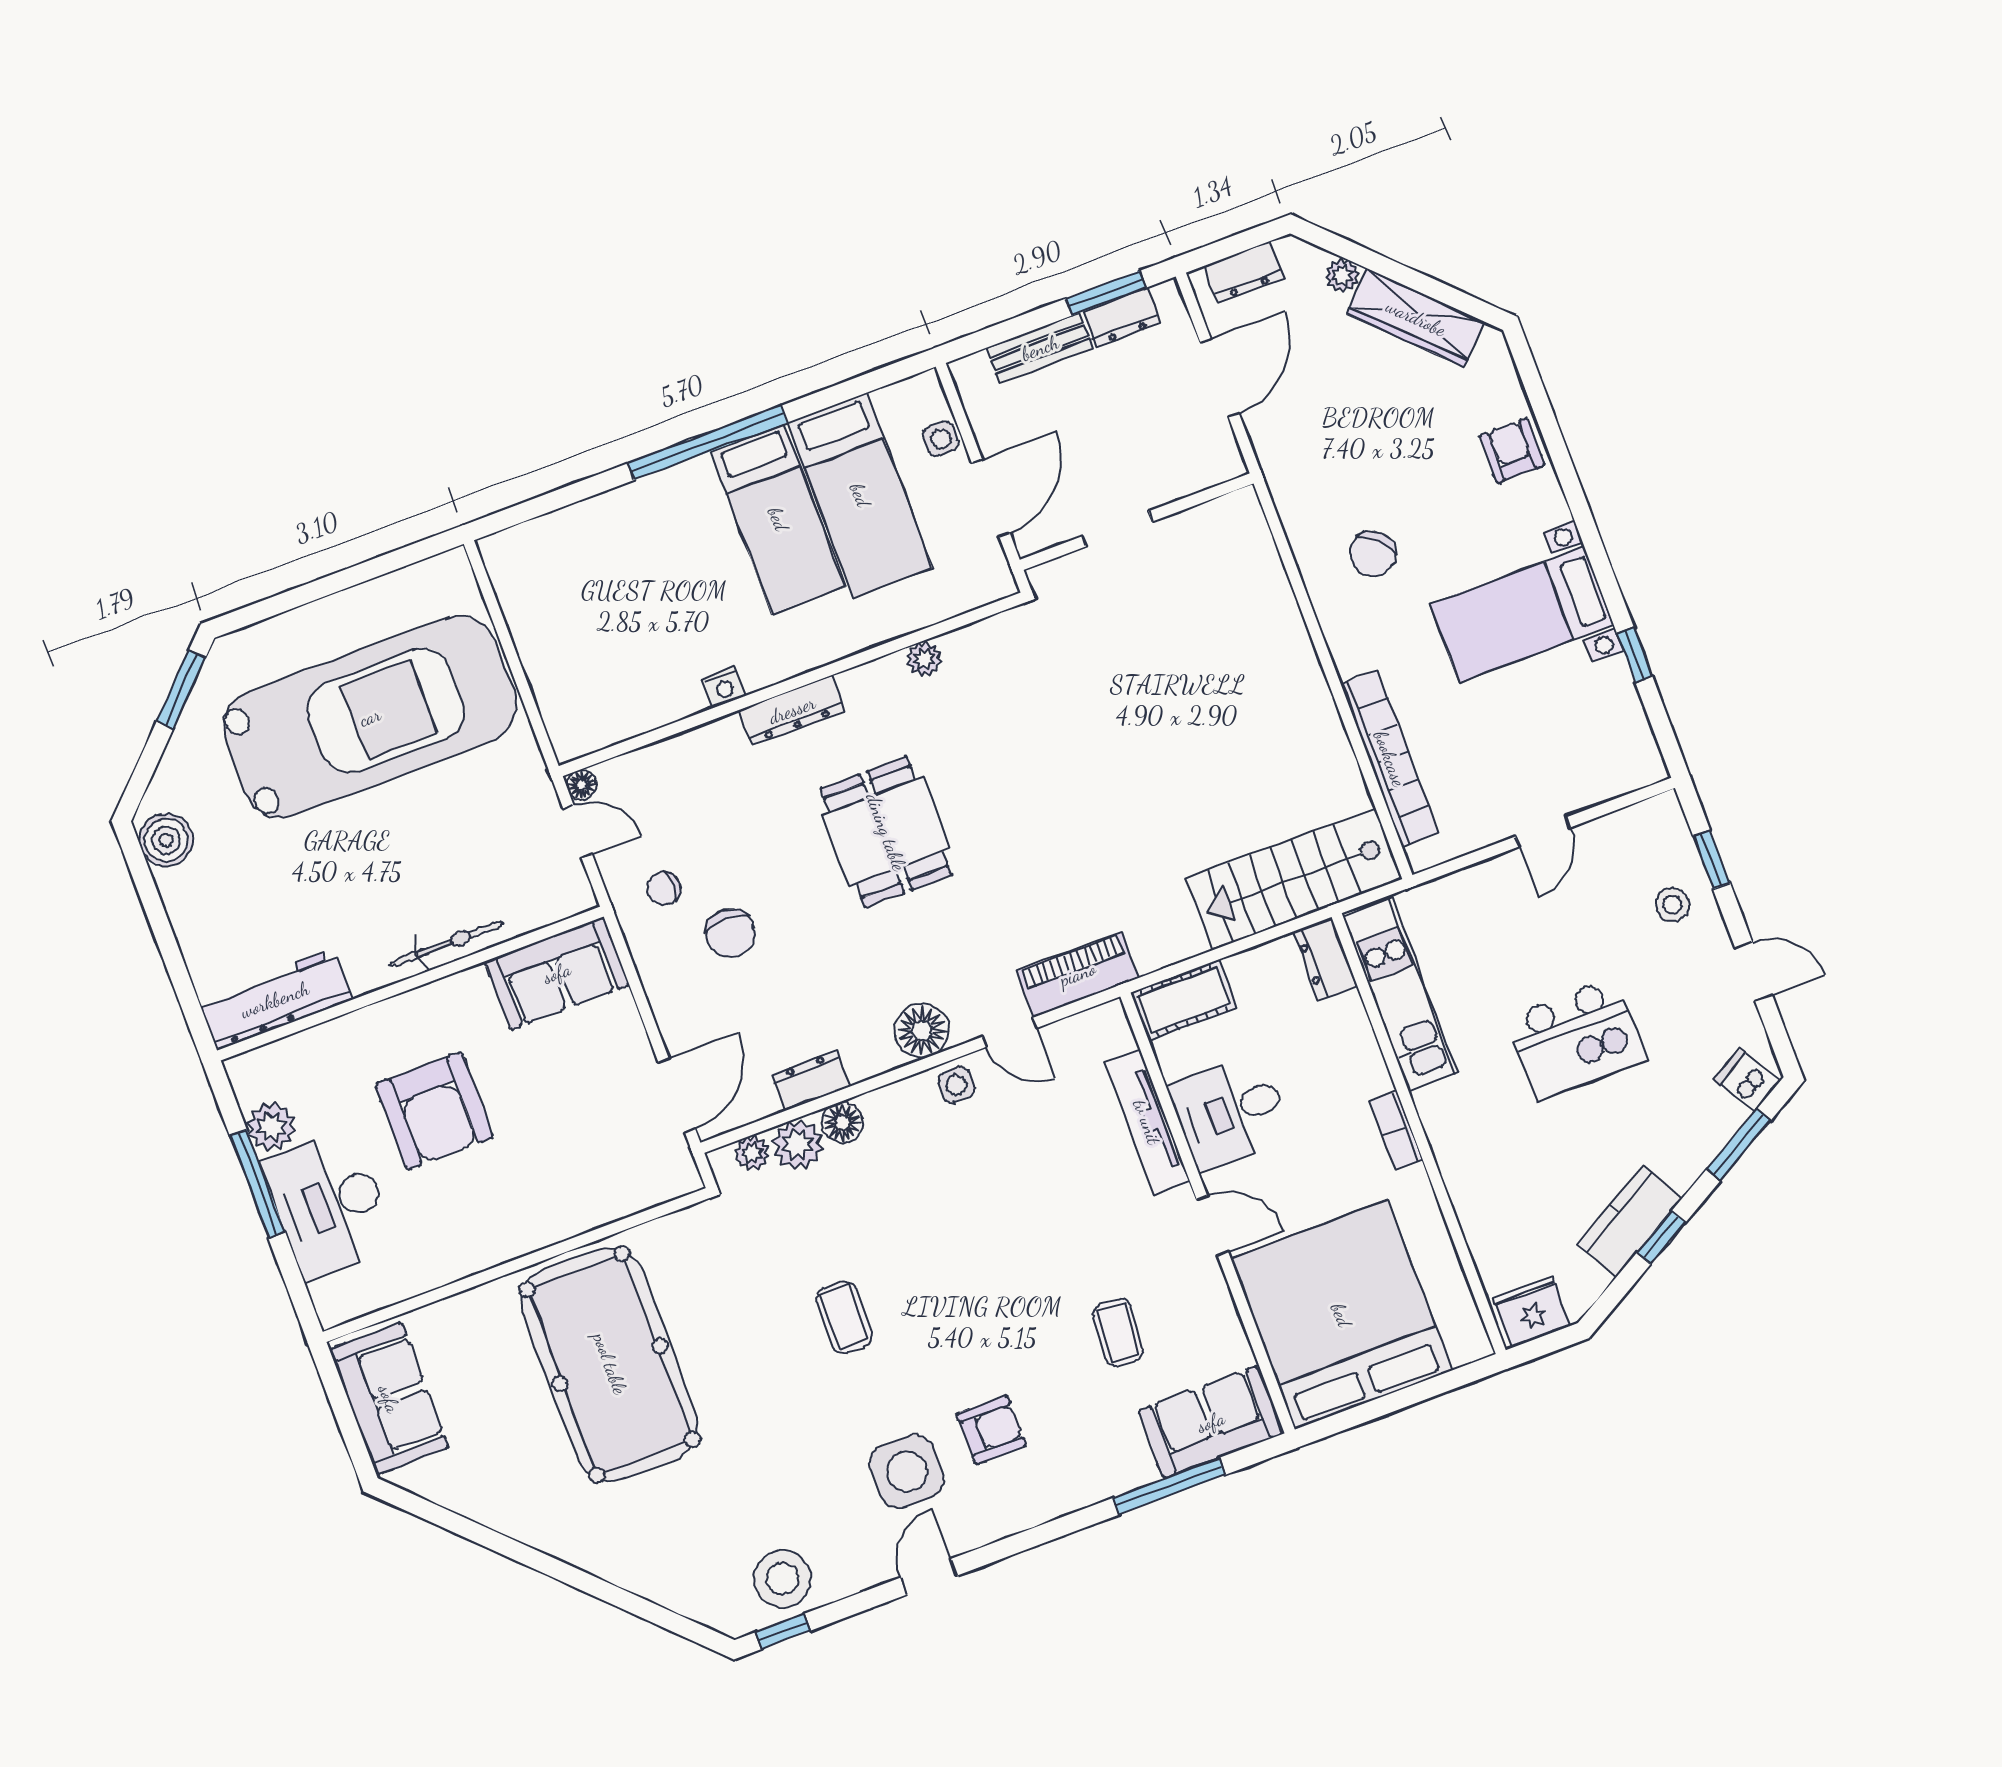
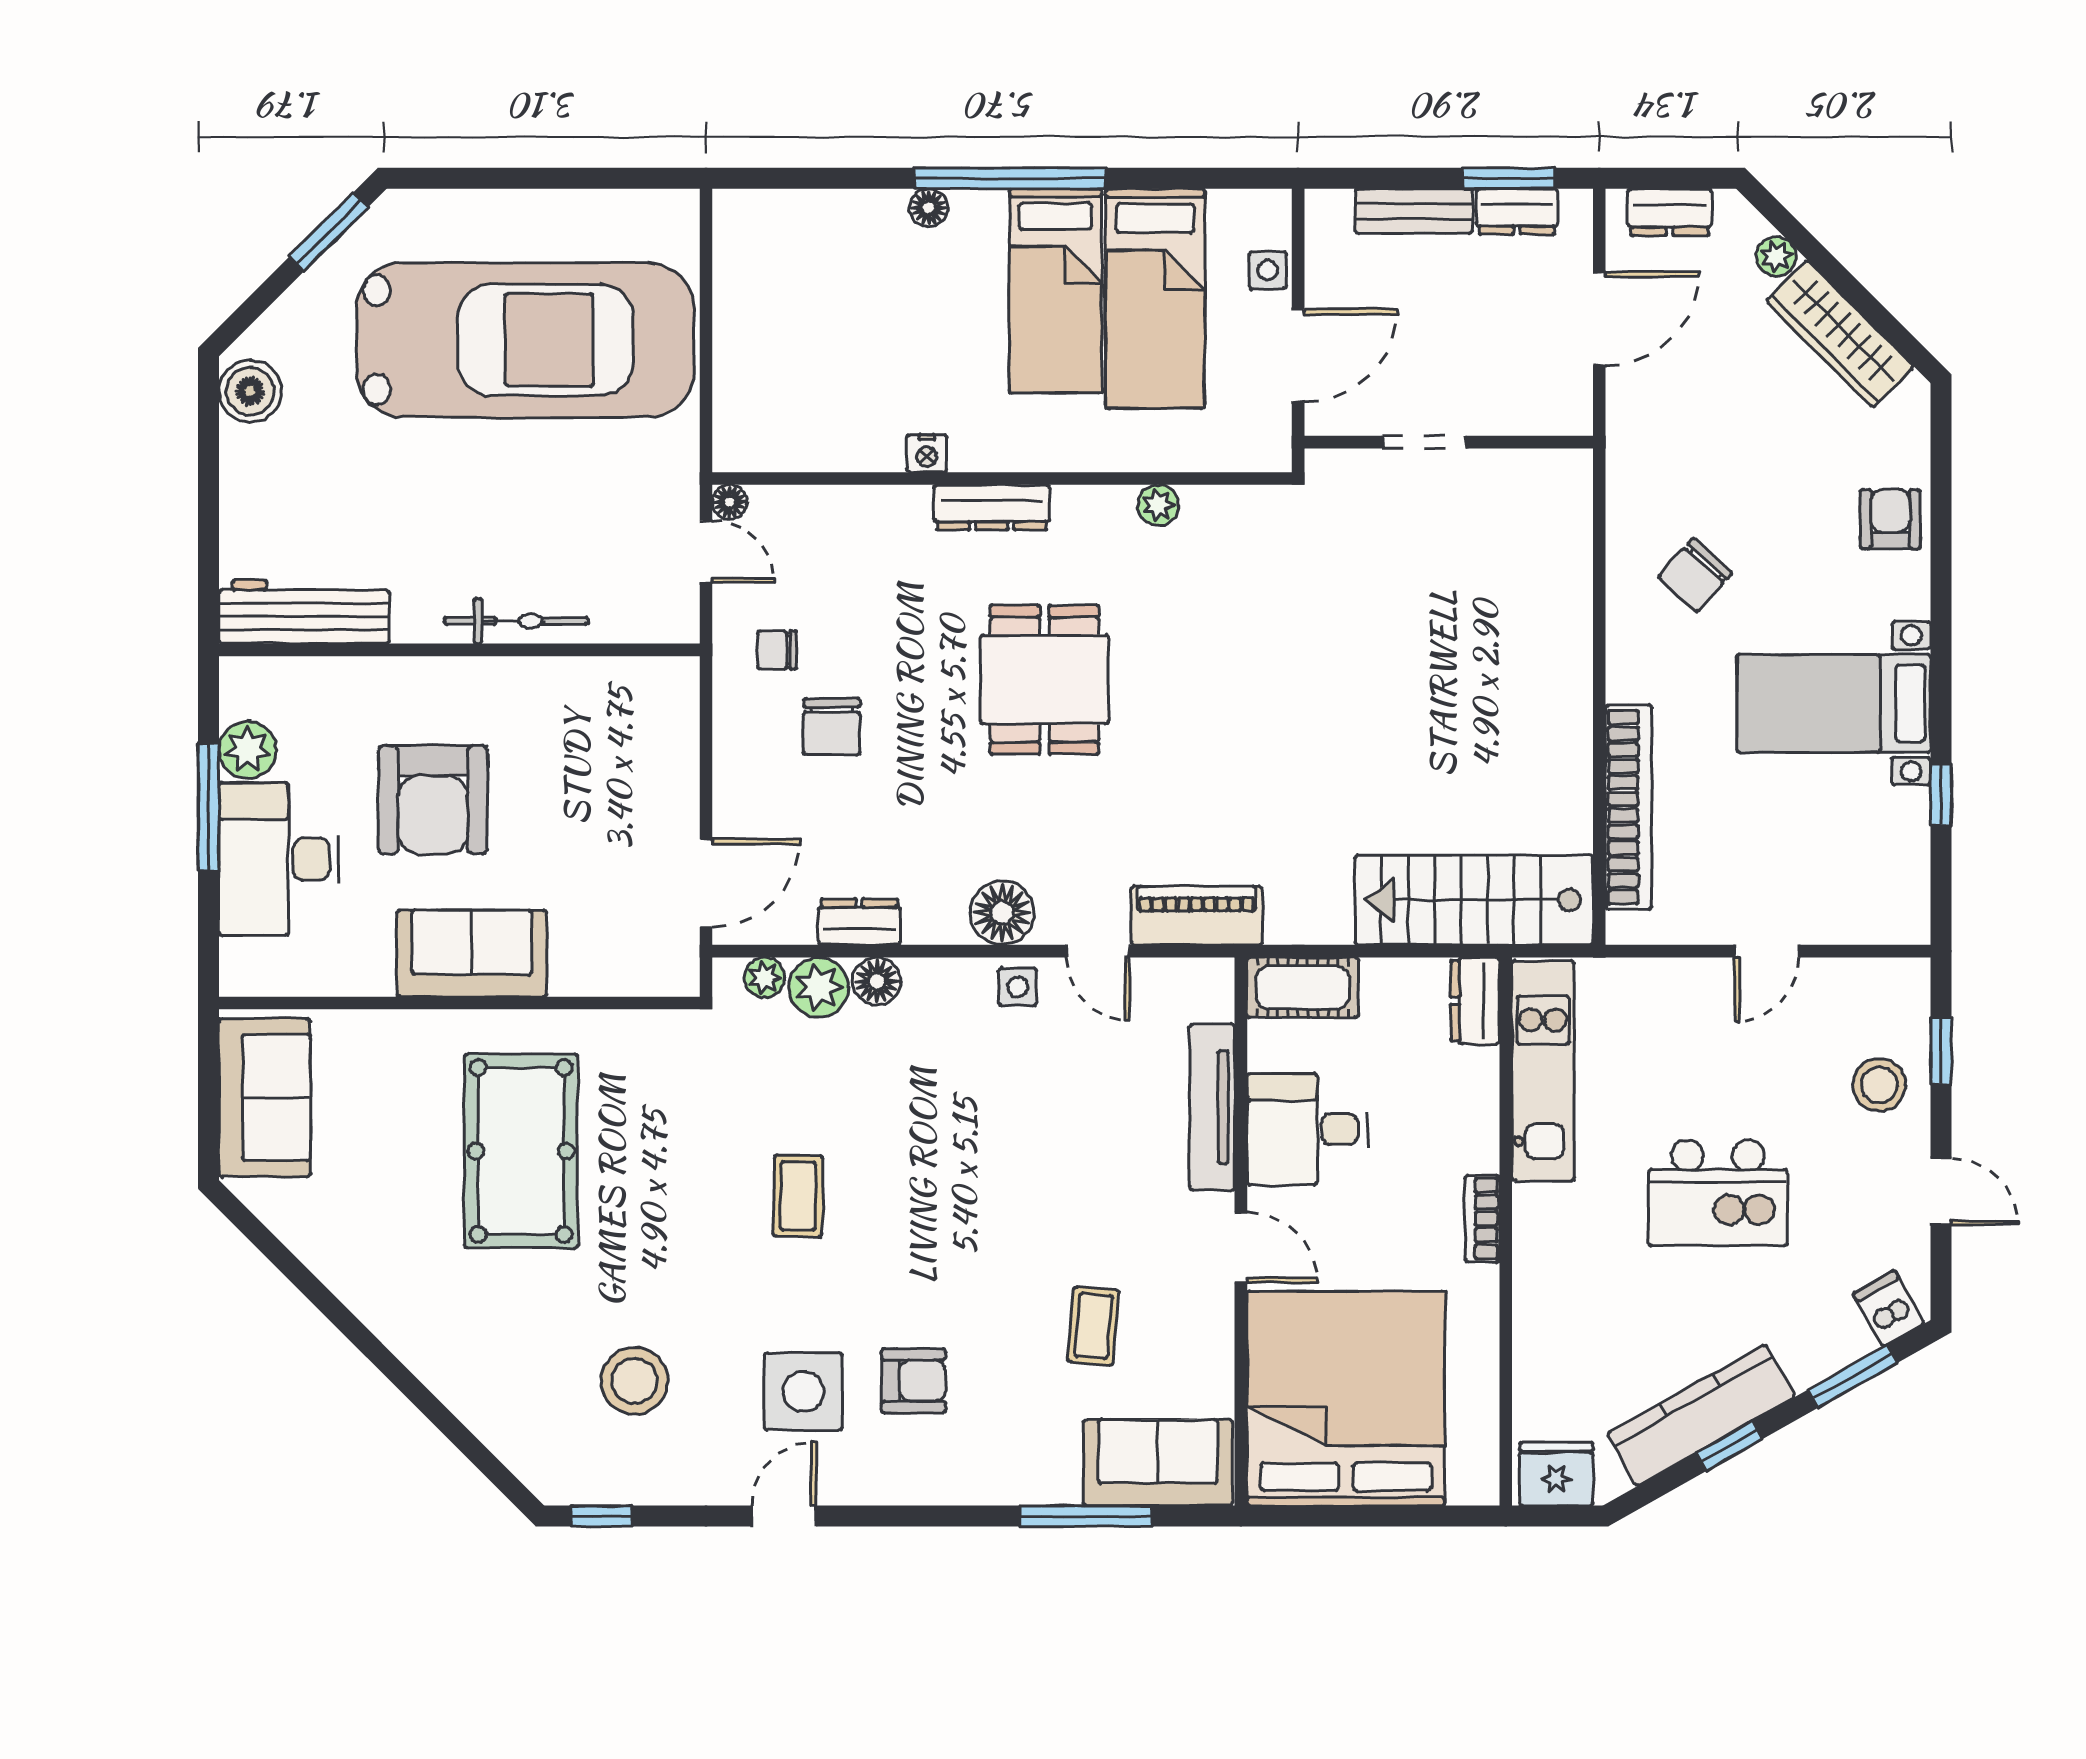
floor lamp: (652, 491) -> (929, 208), added
stool: (1673, 905) -> (1879, 1085), width x1.37, depth x1.37
sofa: (557, 973) -> (472, 953), moved, turned 180
kitchen counter: (1629, 1221) -> (1701, 1415), width x1.50
pool table: (610, 1364) -> (521, 1151), width x0.73, depth x0.76
stool: (783, 1579) -> (634, 1381), moved

